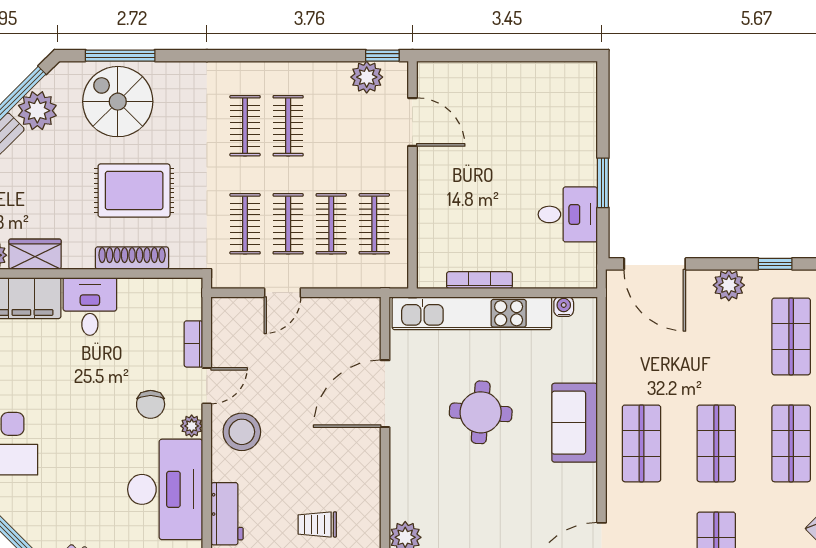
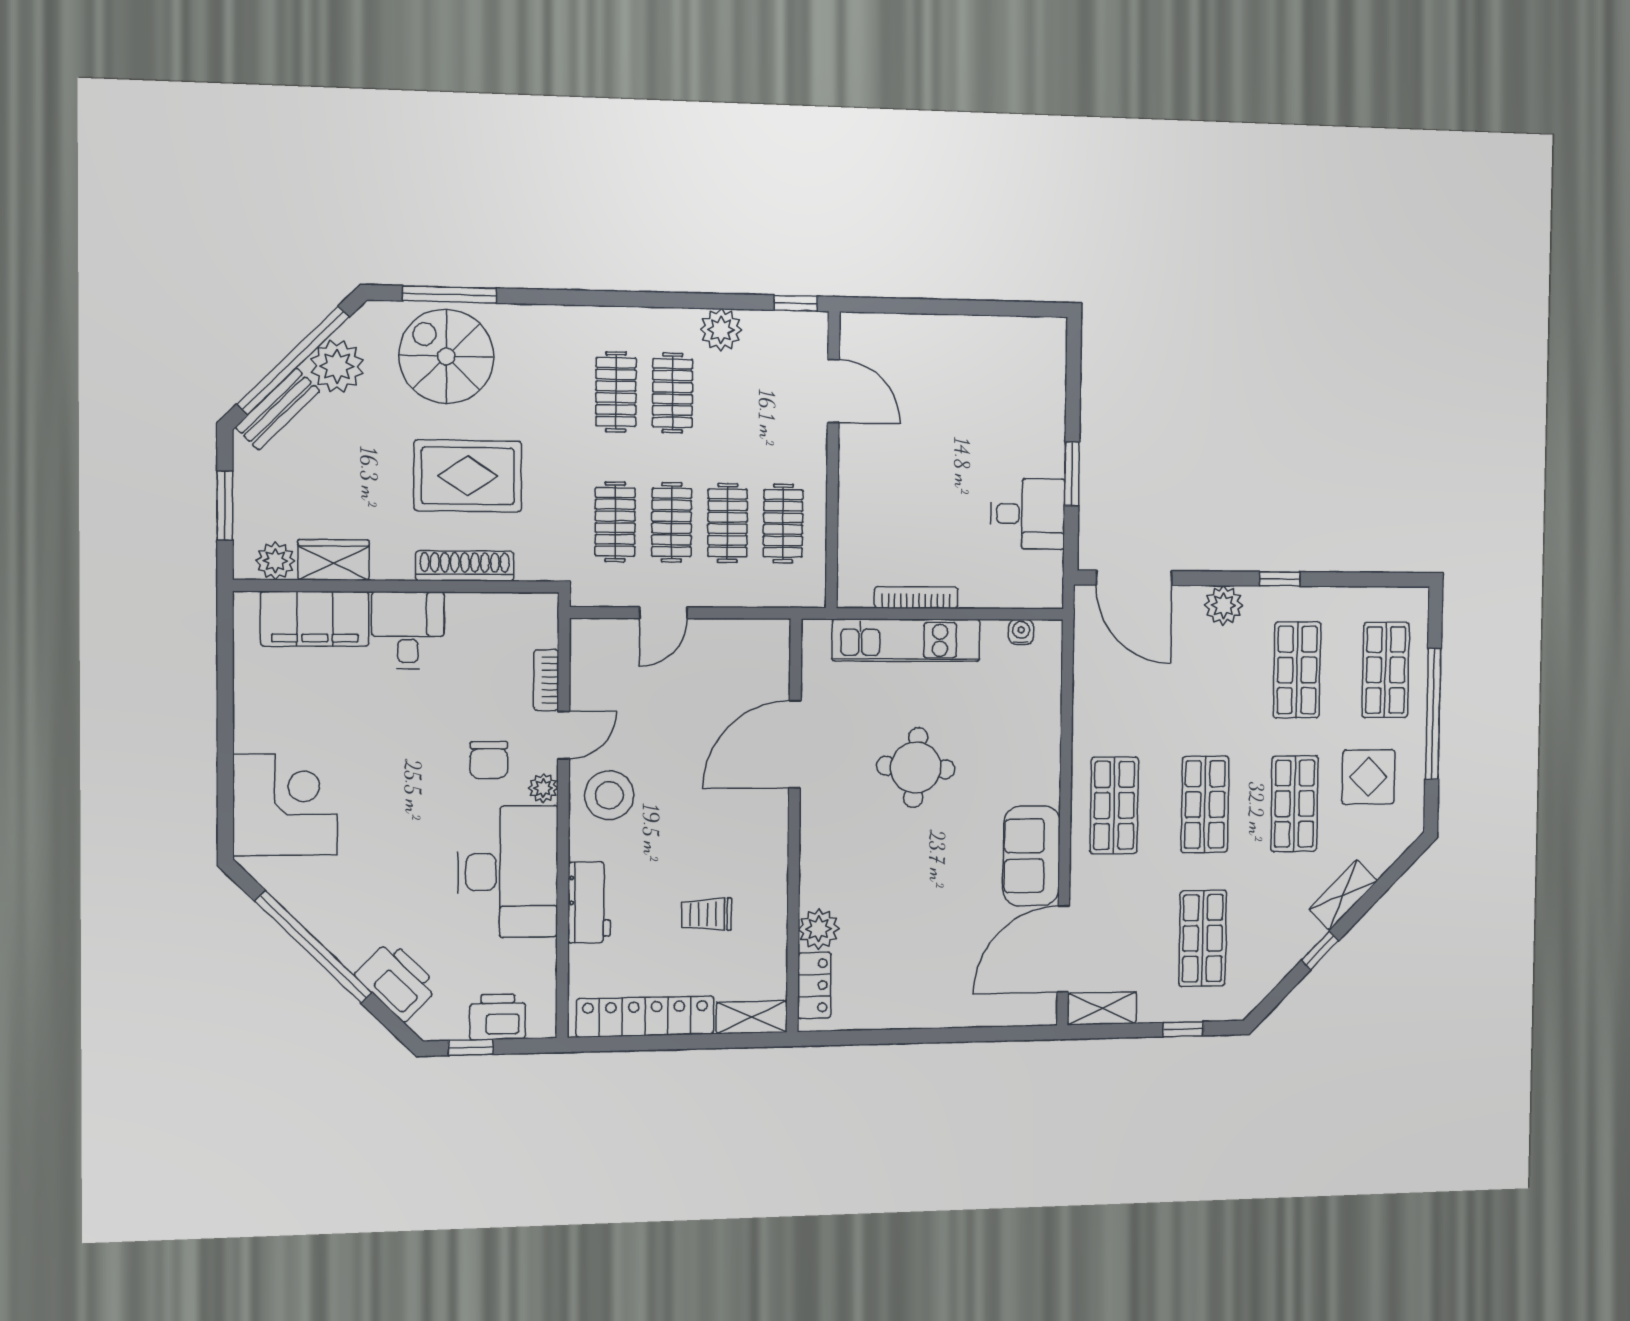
plant: (367, 77) -> (721, 330), moved
kitchen unit: (472, 313) -> (906, 640), width x0.73
sofa: (575, 423) -> (1032, 856), moved

